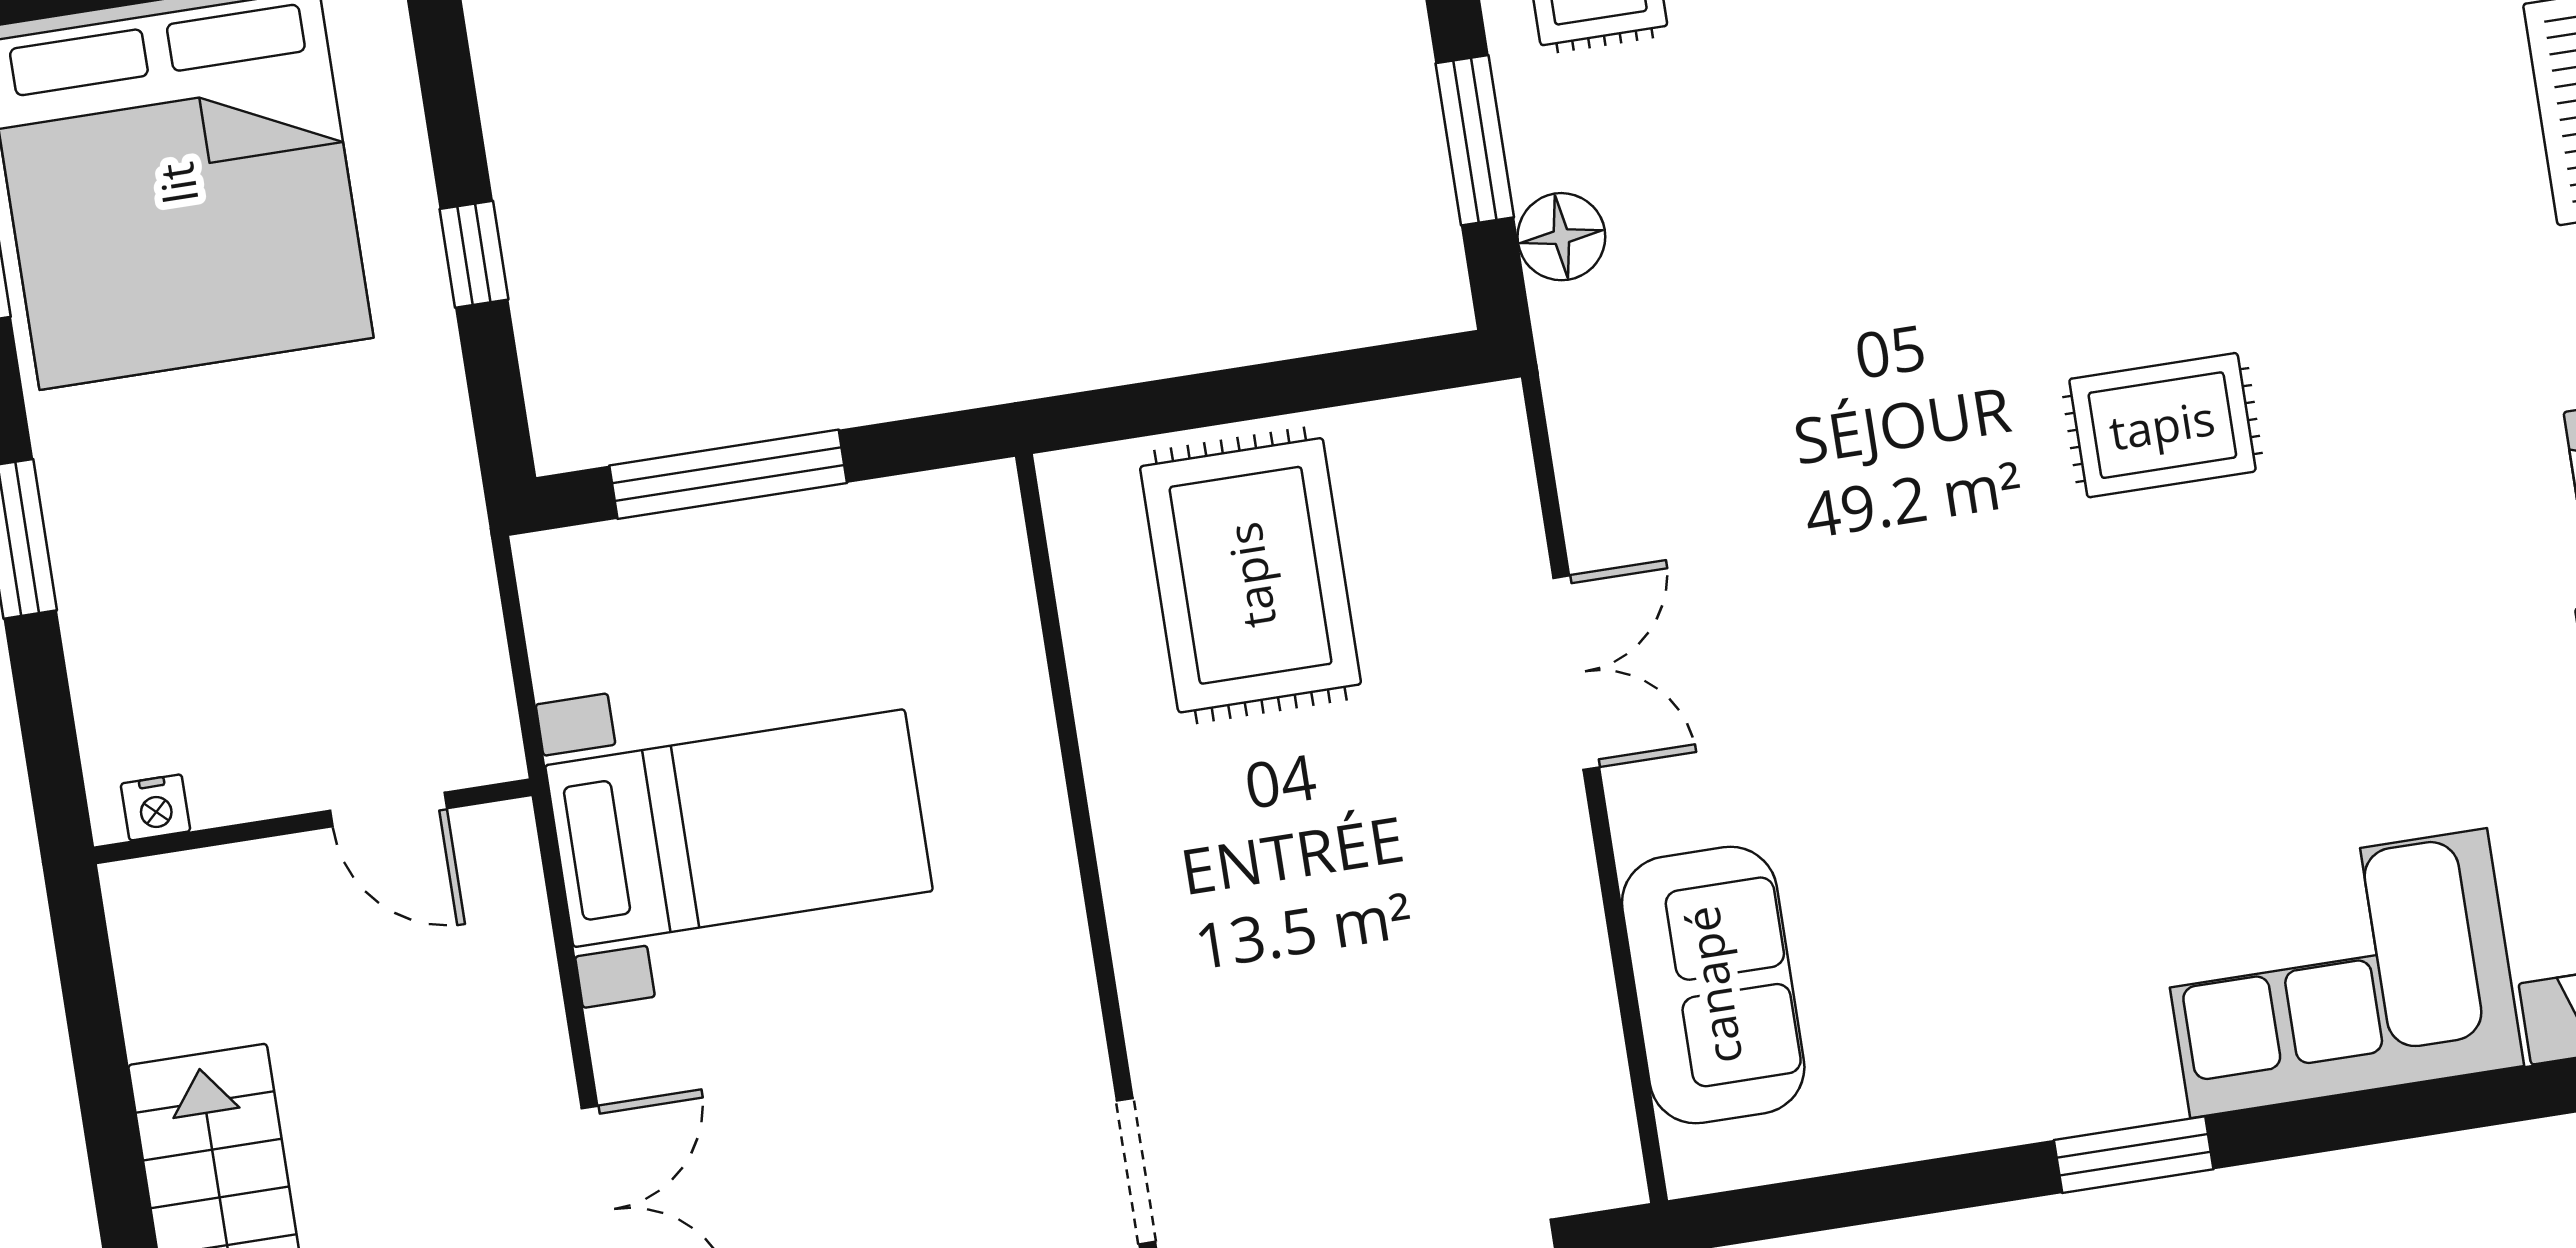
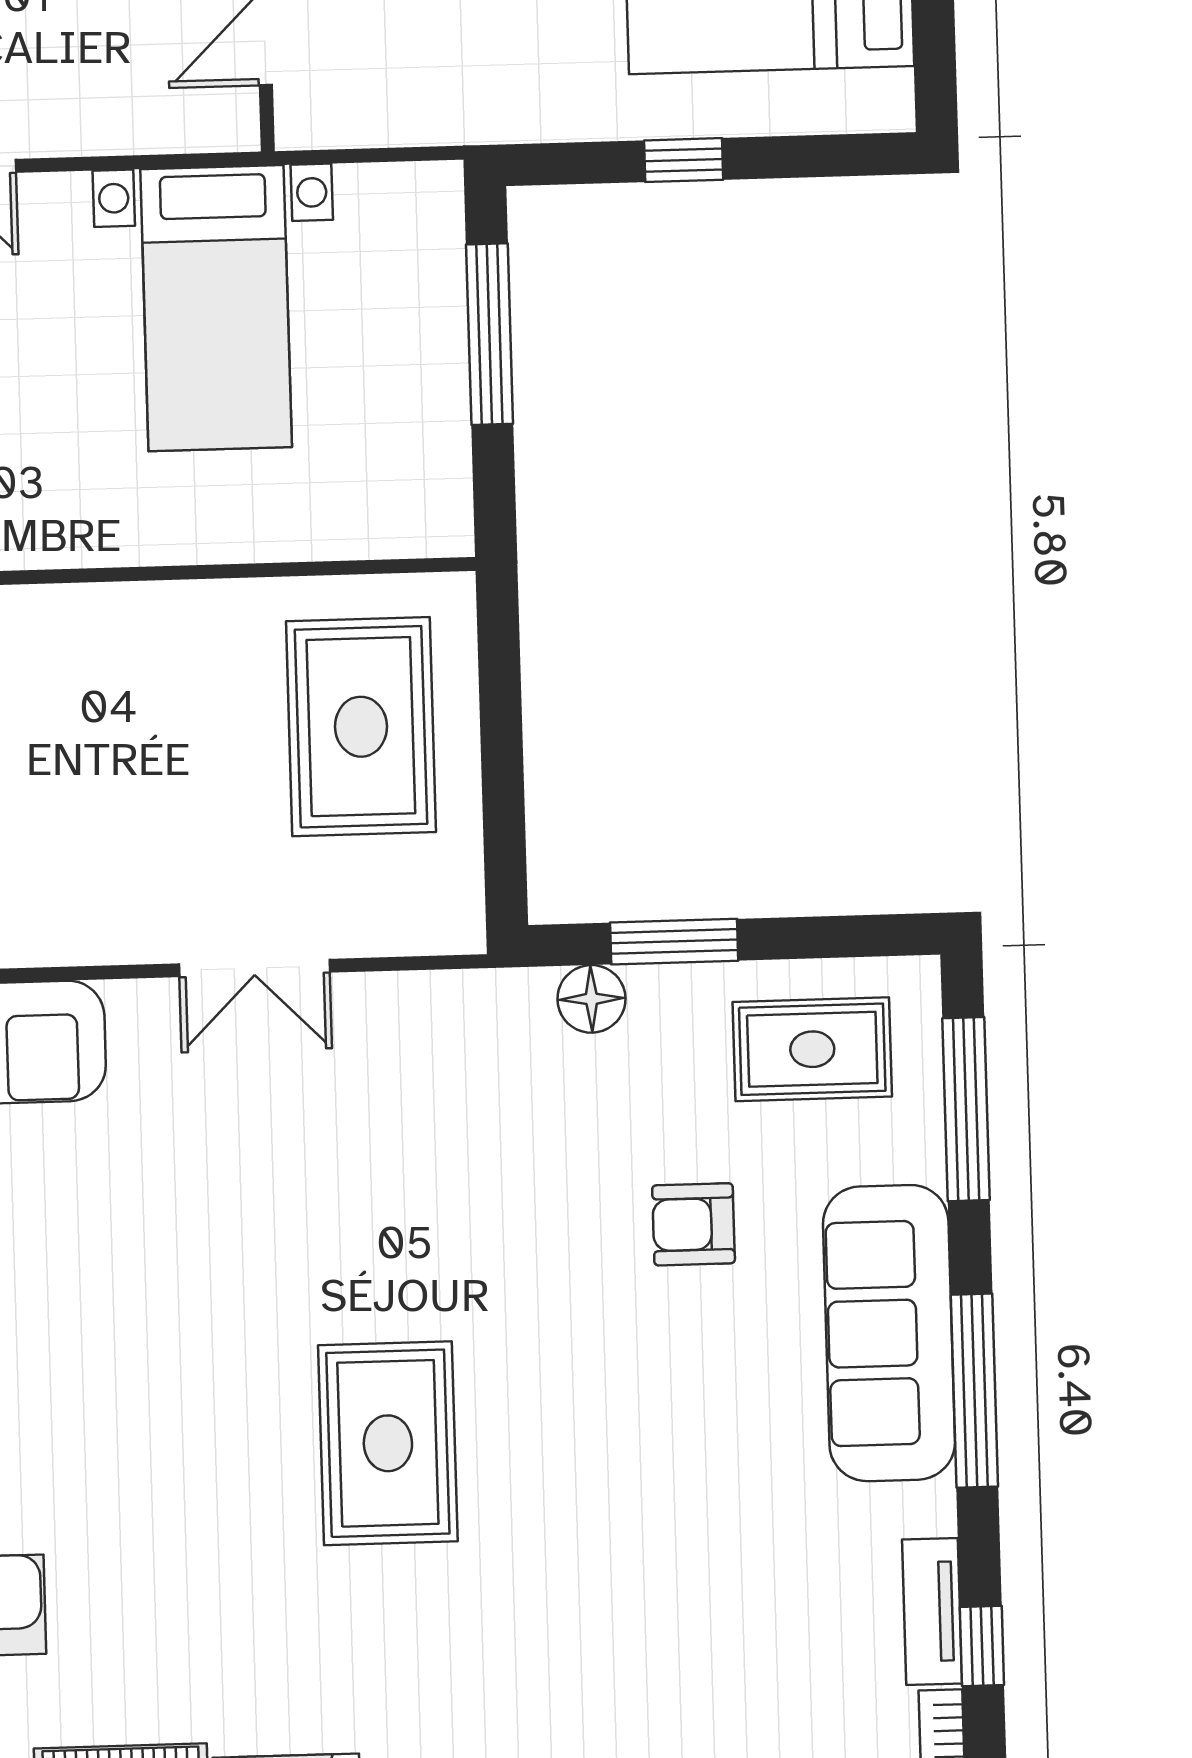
armchair: (1833, 70) -> (694, 1224), added
rug: (2162, 425) -> (388, 1443), width x1.36, depth x1.43
rug: (1251, 575) -> (361, 727), turned 90

